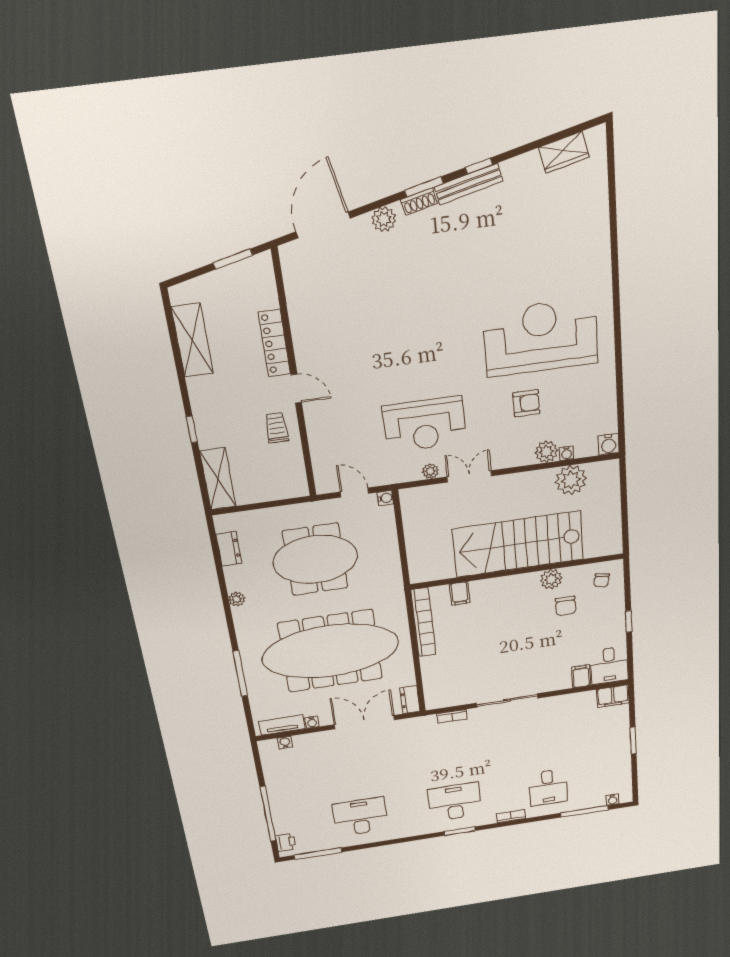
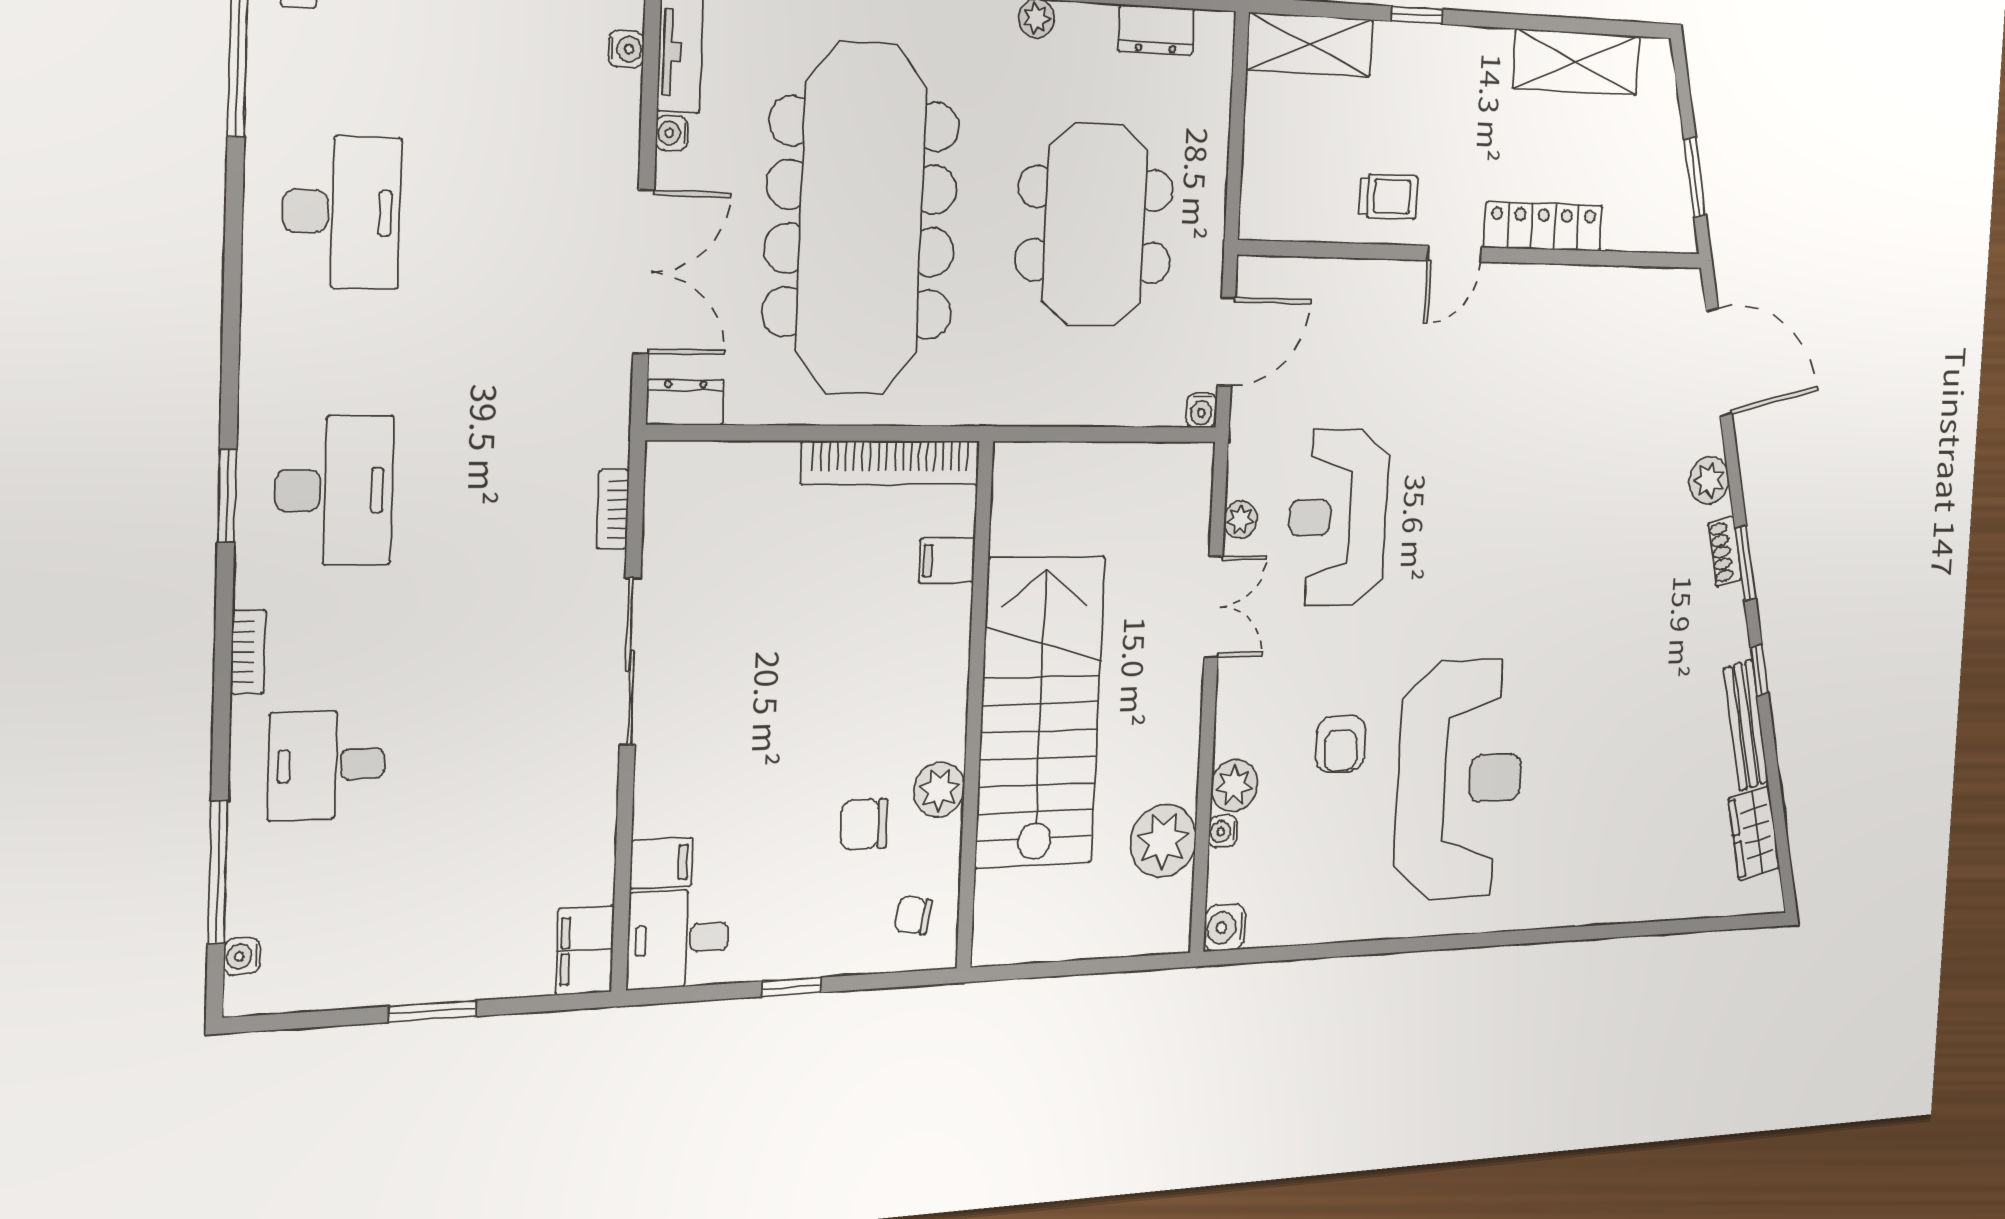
bench: (469, 184) -> (1746, 725), moved
door: (354, 493) -> (1226, 342), width x1.38

